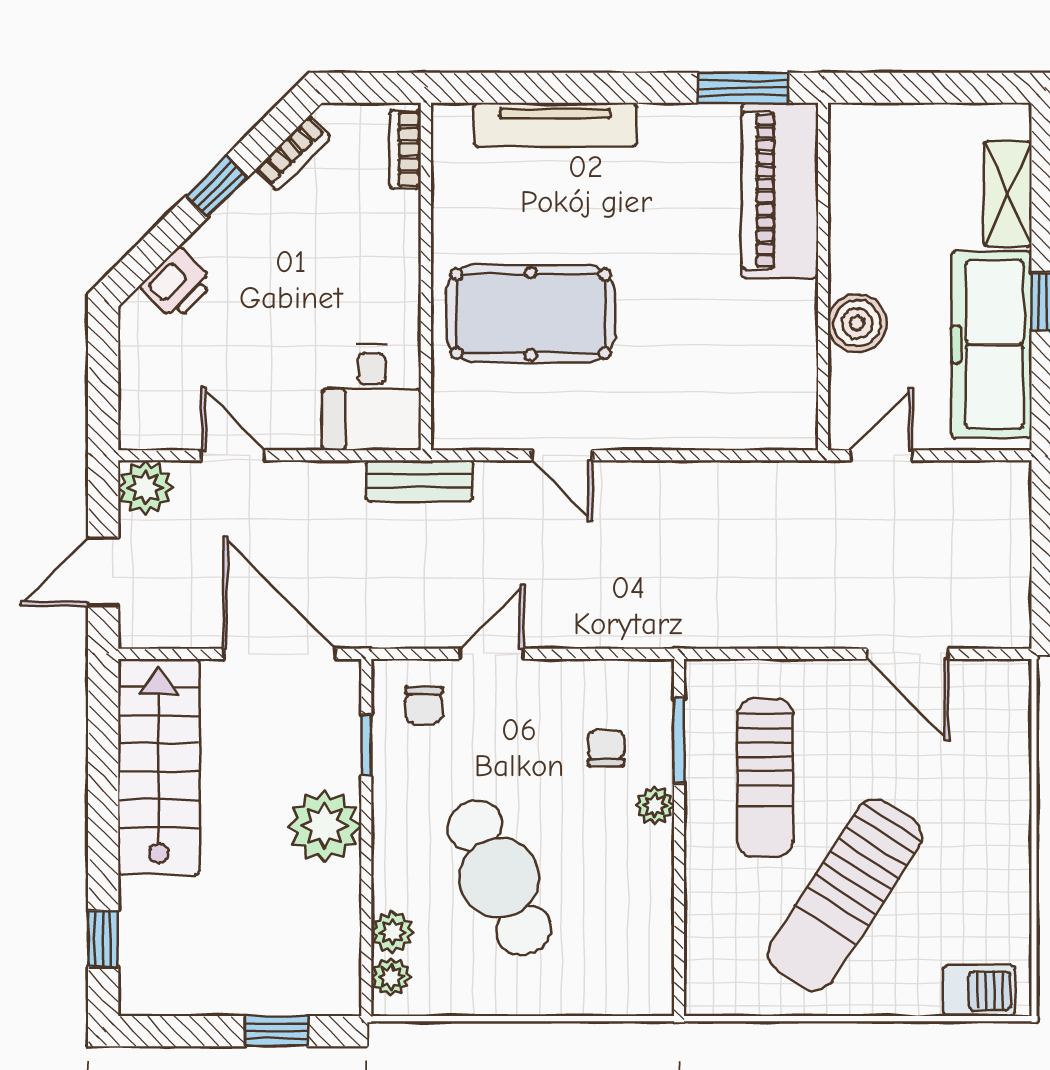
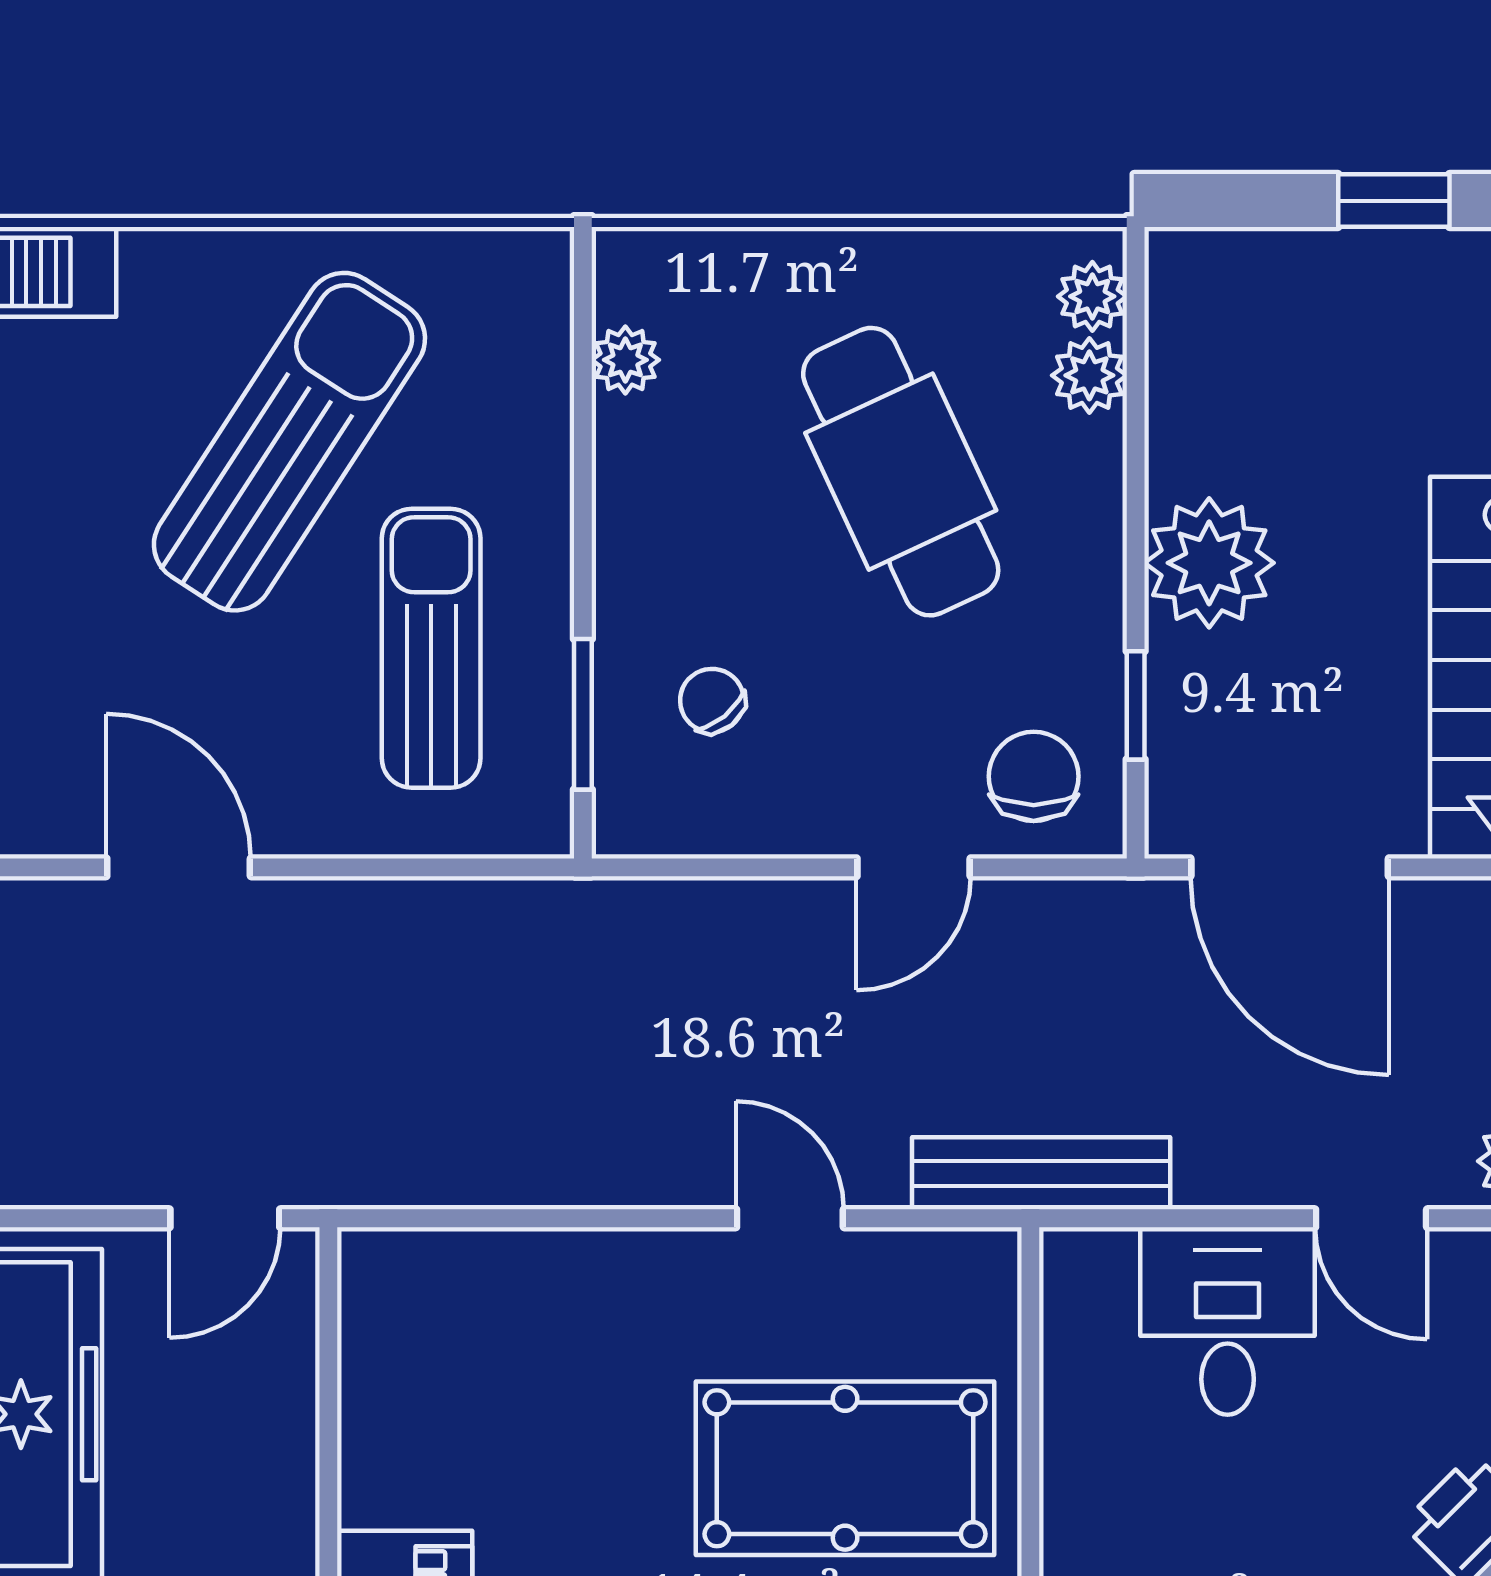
boiler: (857, 323) -> (268, 1452), removed
desk: (372, 397) -> (1228, 1321), moved
bench: (420, 481) -> (1041, 1173), width x1.36
chair: (424, 705) -> (1034, 776), width x1.37, depth x1.37
chair: (606, 748) -> (712, 700), turned 141
plant: (655, 805) -> (625, 360), moved
window: (276, 1031) -> (1394, 201), moved

